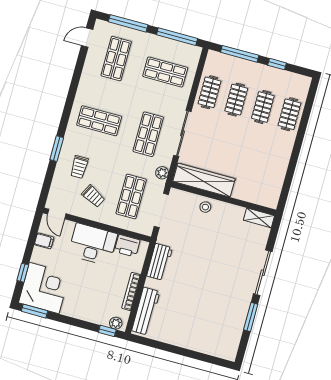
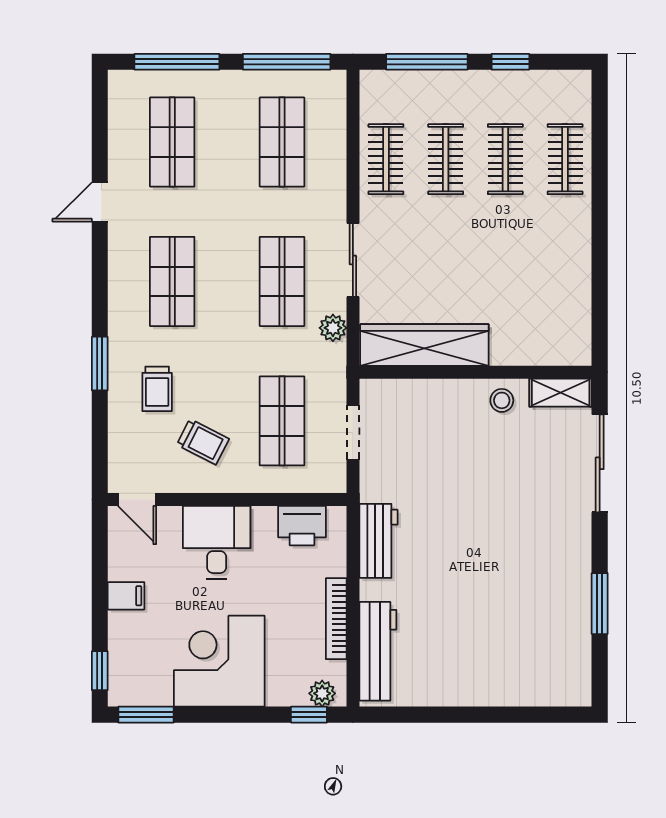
door: (87, 38) -> (100, 202), moved
shop shelf: (165, 72) -> (282, 142), turned 90
shop shelf: (99, 121) -> (172, 281), turned 90
sliding door: (182, 133) -> (353, 260), width x0.73
plant: (162, 173) -> (333, 328), moved
stool: (205, 207) -> (502, 400), moved
doorway: (161, 210) -> (353, 433), width x0.73
filing cabinet: (44, 241) -> (126, 596), moved
desk: (93, 244) -> (217, 542), width x0.73
window: (23, 273) -> (100, 671), moved
sliding door: (263, 273) -> (600, 463), moved
corner desk: (44, 288) -> (219, 661), moved, turned -90

